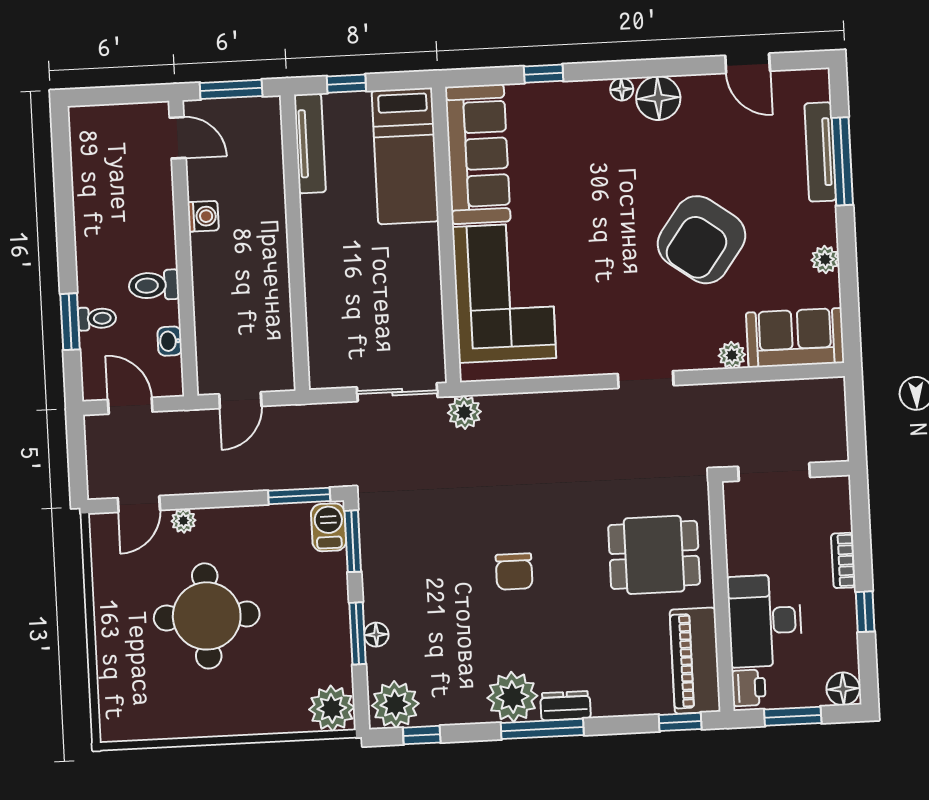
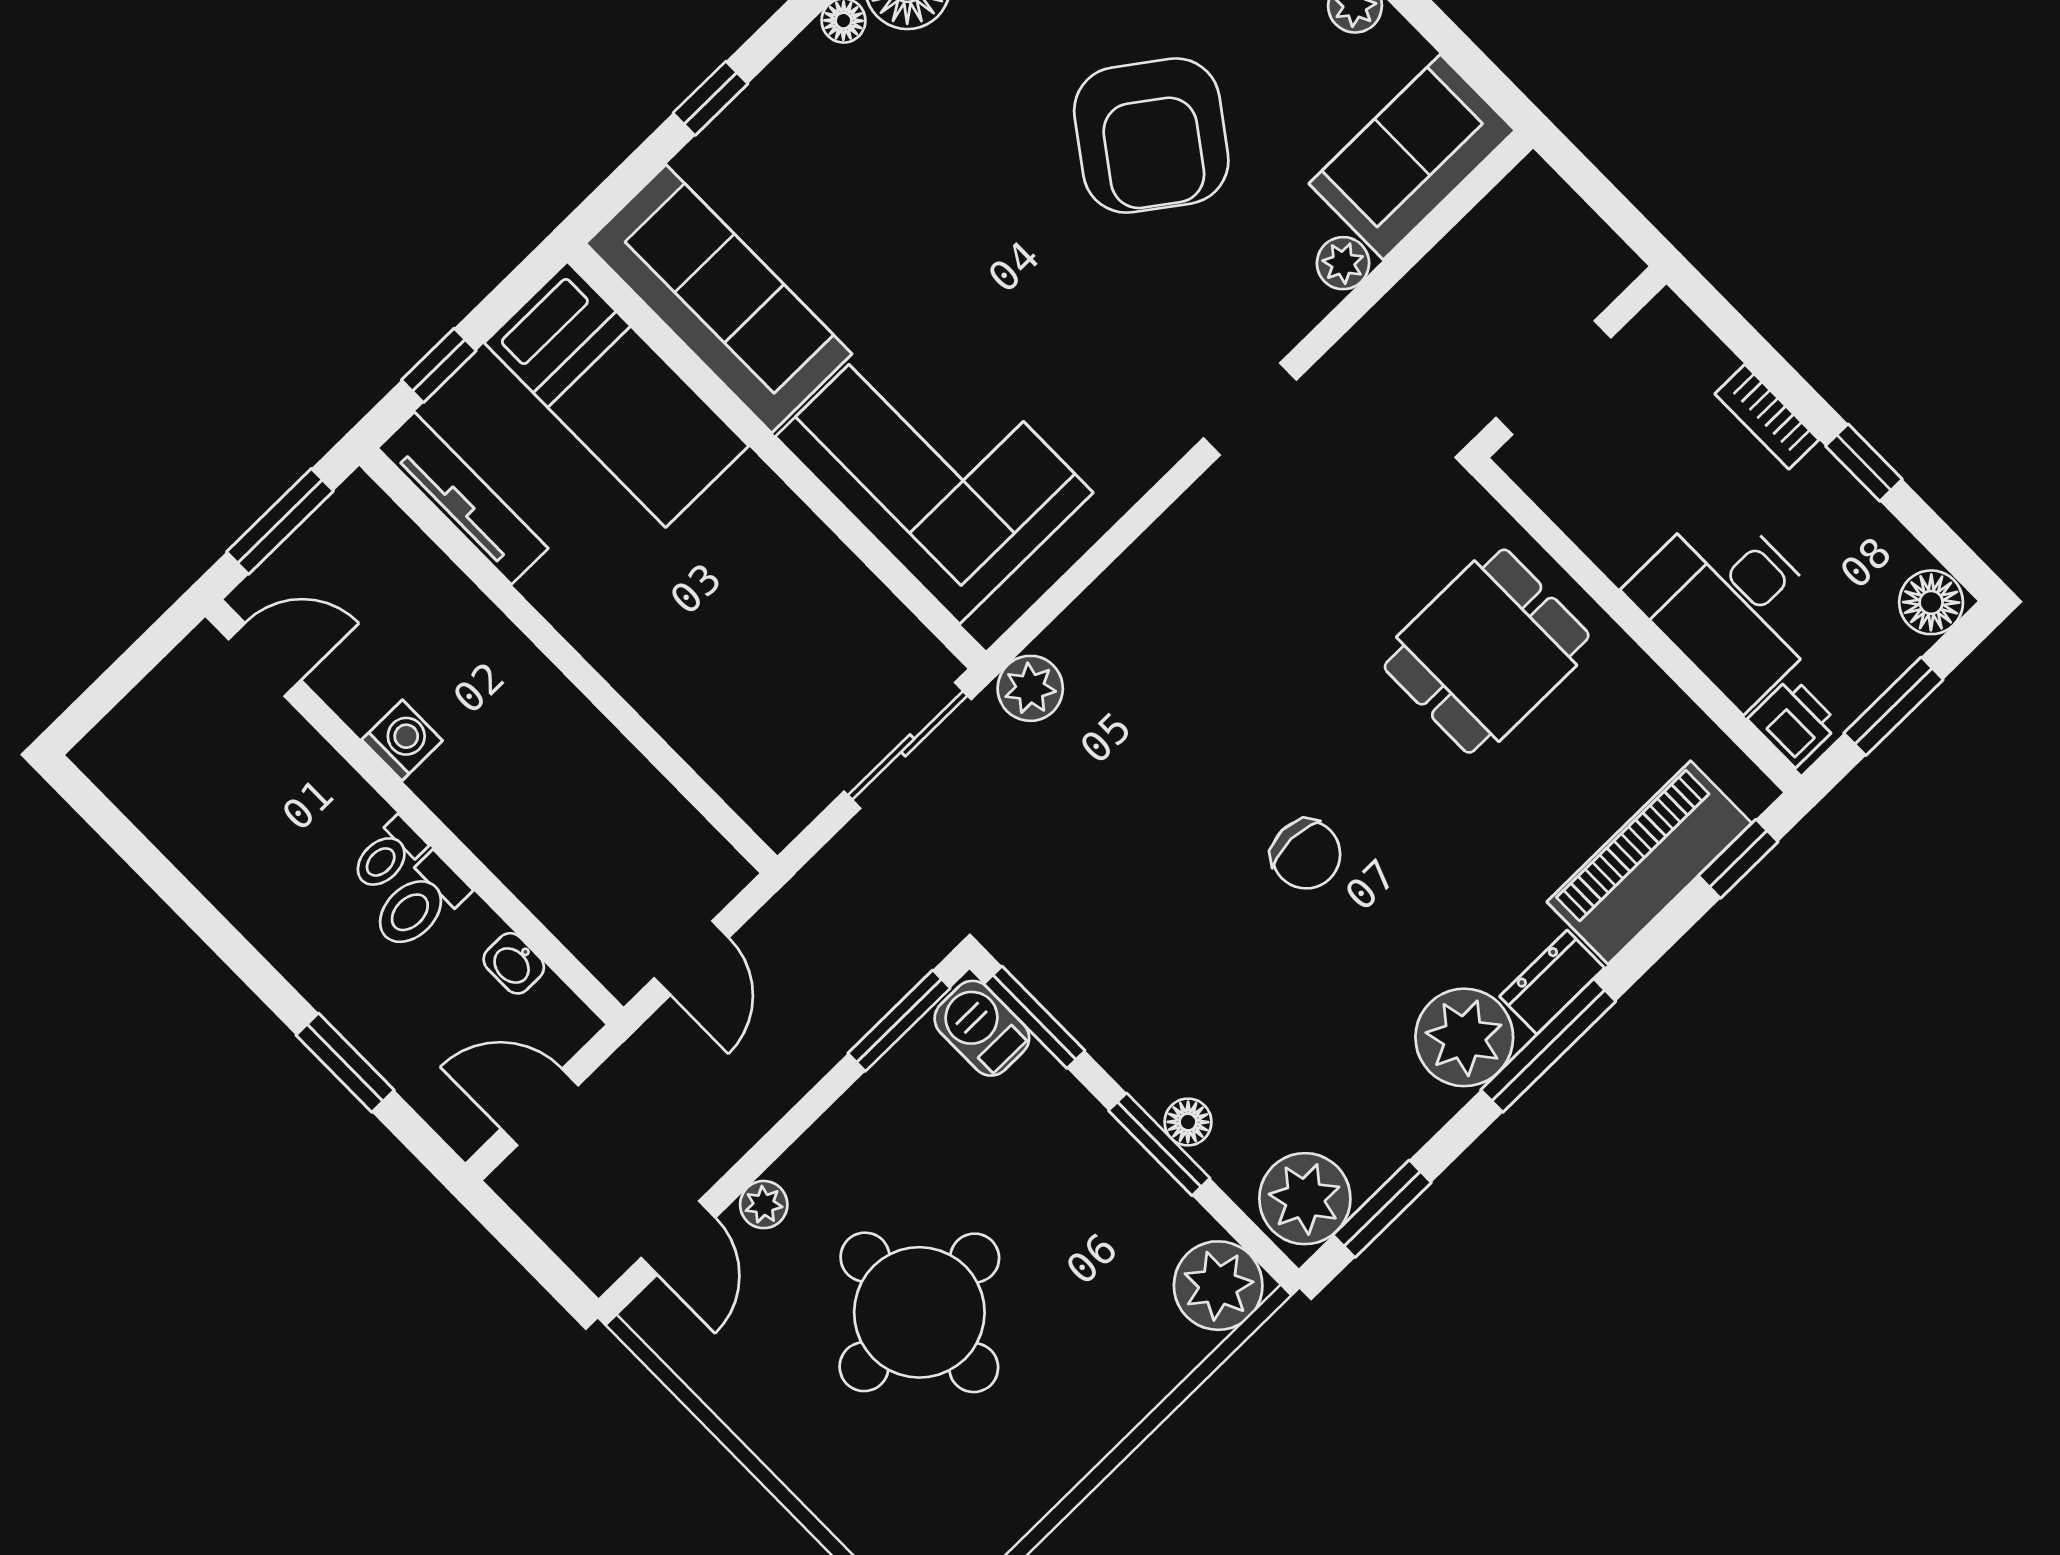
toilet: (97, 318) -> (388, 855), moved, turned 180
piano: (695, 661) -> (1649, 862), moved, turned 90
window: (422, 735) -> (1382, 1209), width x1.50

